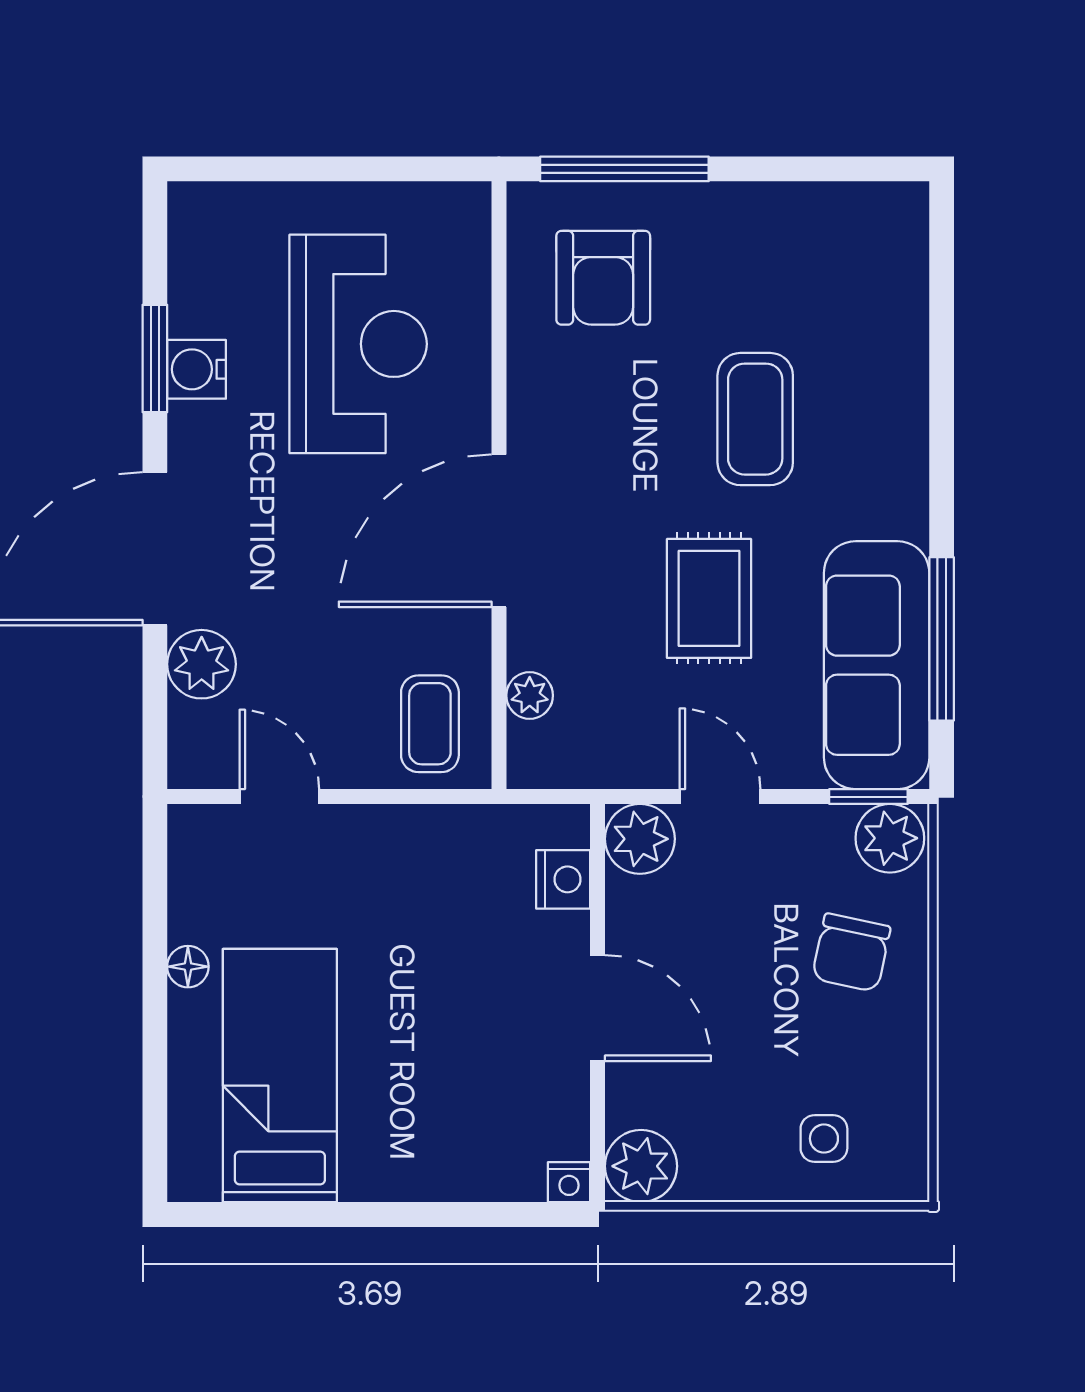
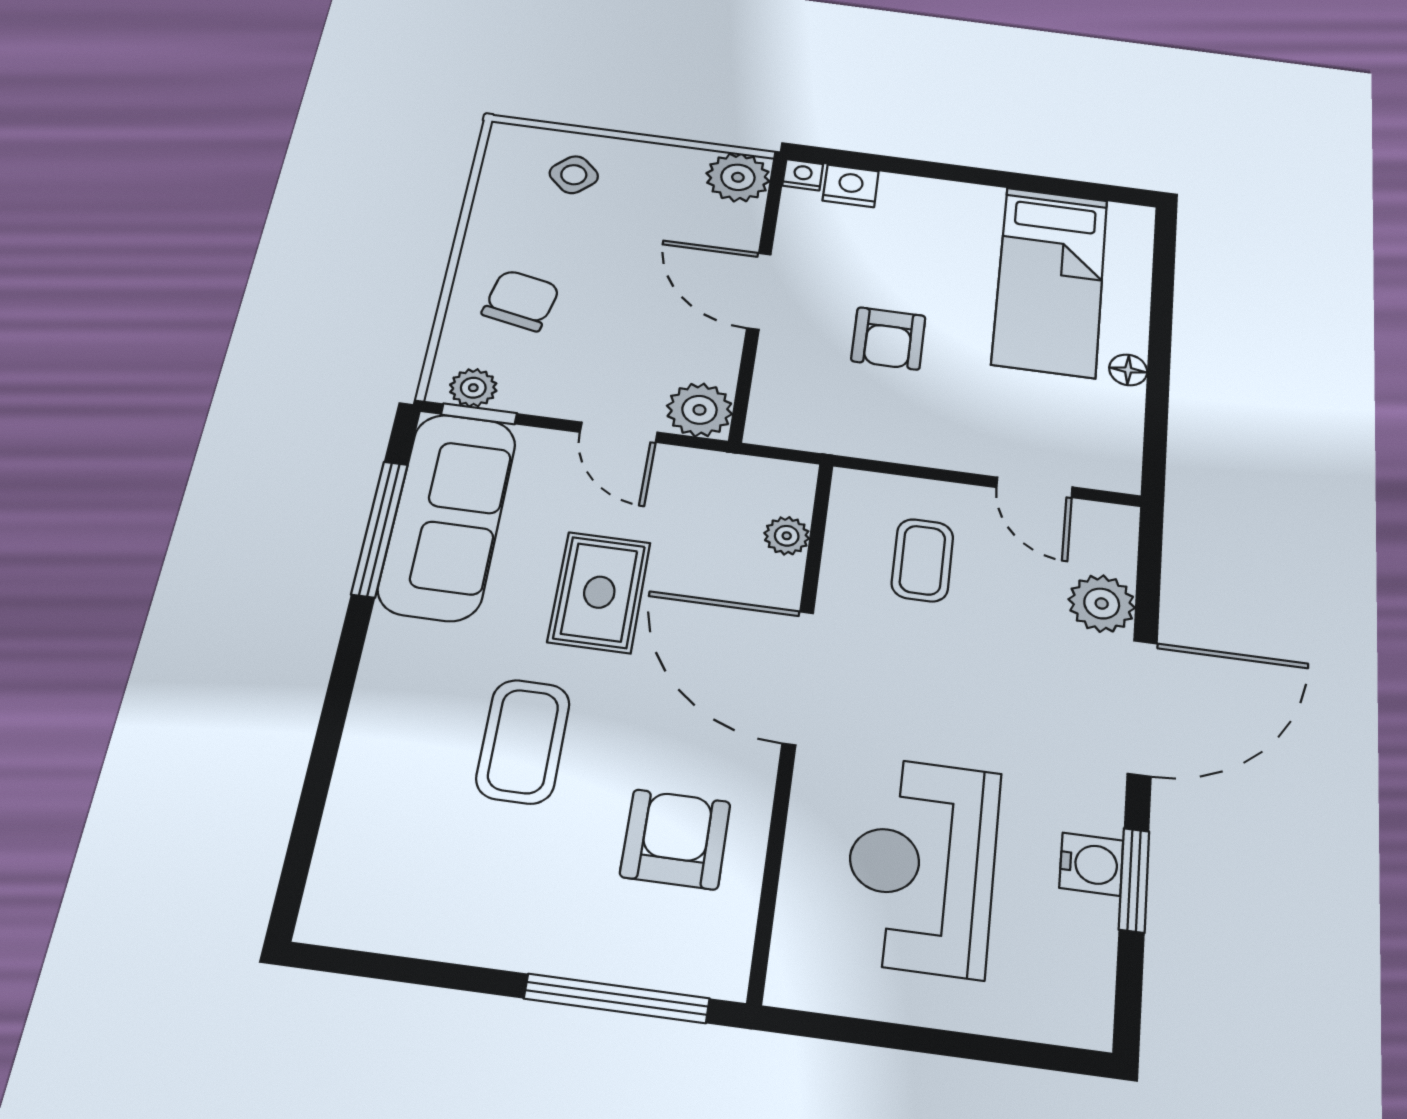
armchair: (603, 278) -> (675, 839), moved
door: (499, 531) -> (798, 677), swing flipped
coffee table: (430, 724) -> (922, 560), moved
plant: (890, 838) -> (473, 388), width x0.73, depth x0.73
nightstand: (563, 879) -> (851, 186), moved, turned 90
armchair: (450, 967) -> (888, 338), added
side table: (824, 1139) -> (574, 175), turned 45

